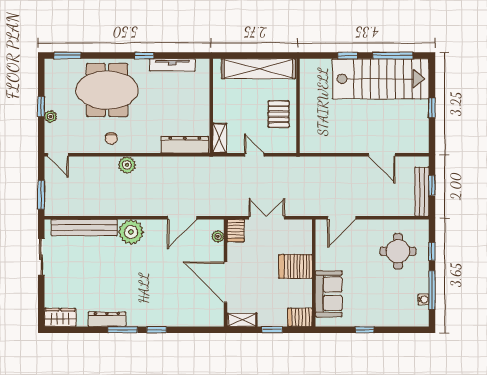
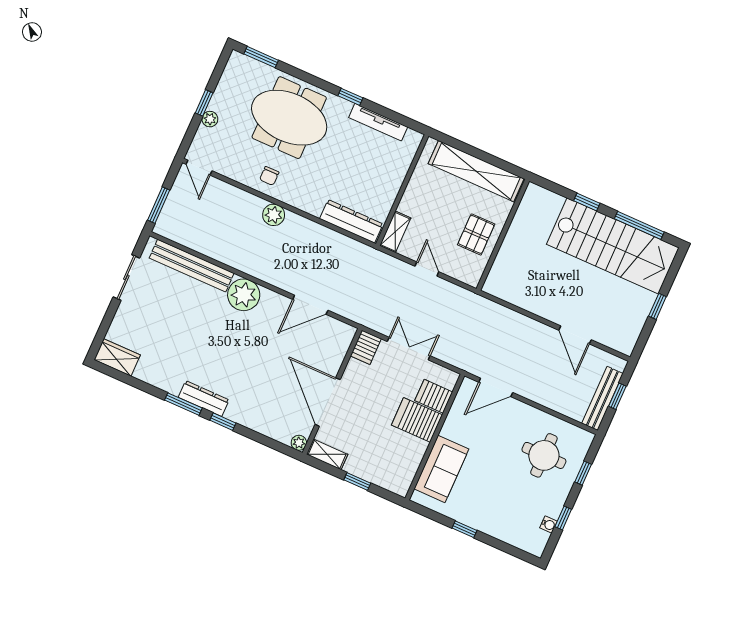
plant: (218, 236) -> (299, 443), moved
window: (432, 290) -> (563, 518), width x0.46
server rack: (300, 317) -> (434, 396), moved
dresser: (107, 319) -> (204, 399), moved

